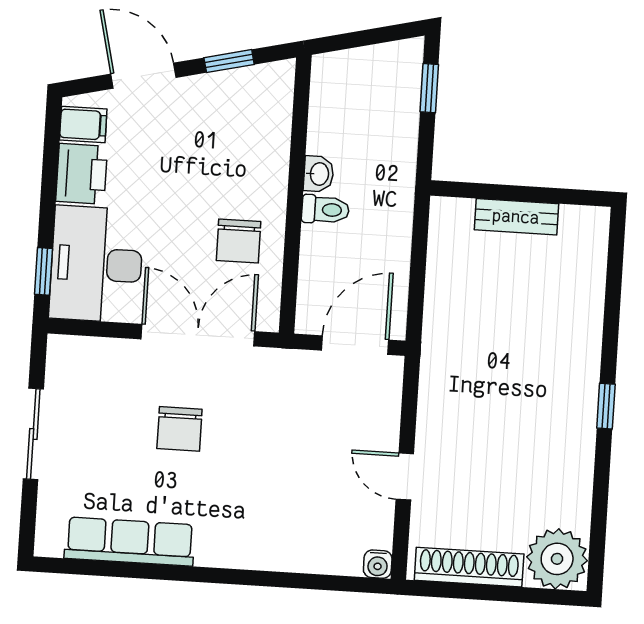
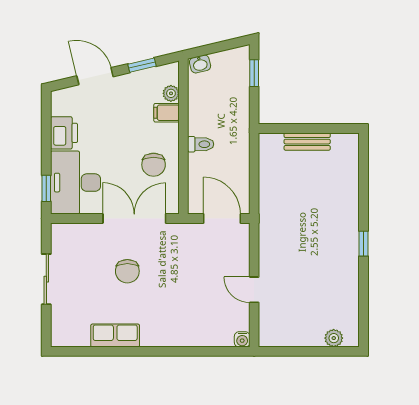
plant: (278, 115) -> (171, 93), added
filing cabinet: (83, 125) -> (167, 113), moved, turned 180
washbasin: (319, 174) -> (200, 64), moved, turned 77
door: (355, 345) -> (222, 219), hinge flipped
row of seats: (130, 541) -> (115, 336), width x0.68
plant: (557, 559) -> (334, 338), width x0.53, depth x0.53
shoe rack: (469, 567) -> (293, 338), removed

